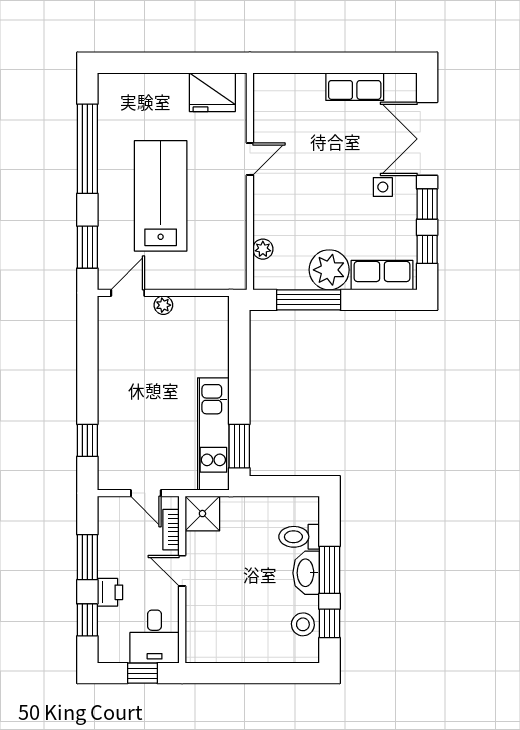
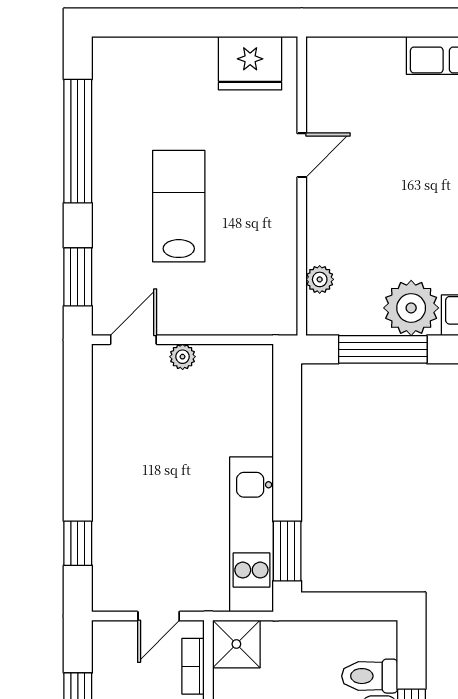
lab bench: (161, 196) -> (179, 206), width x0.73, depth x0.72
door: (146, 493) -> (159, 616), hinge flipped

